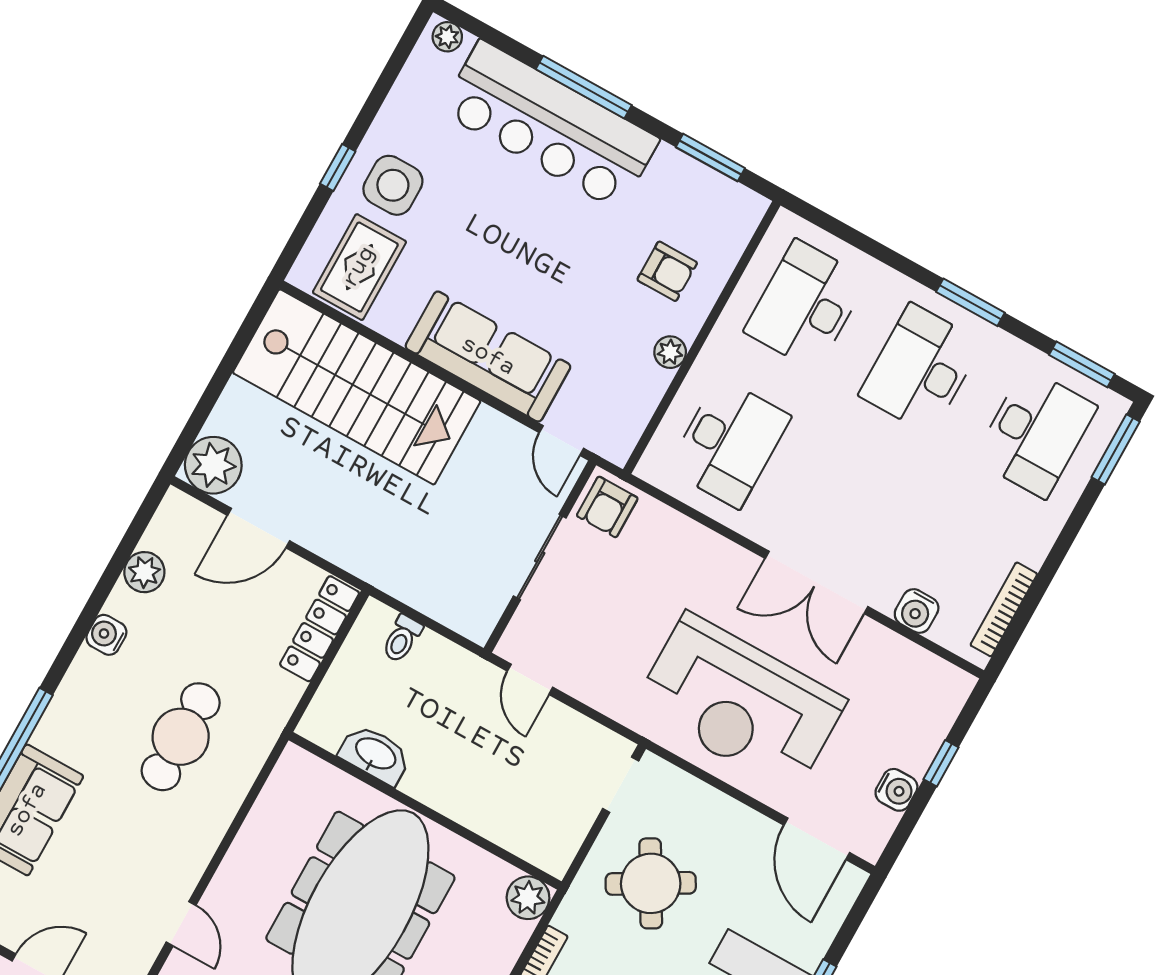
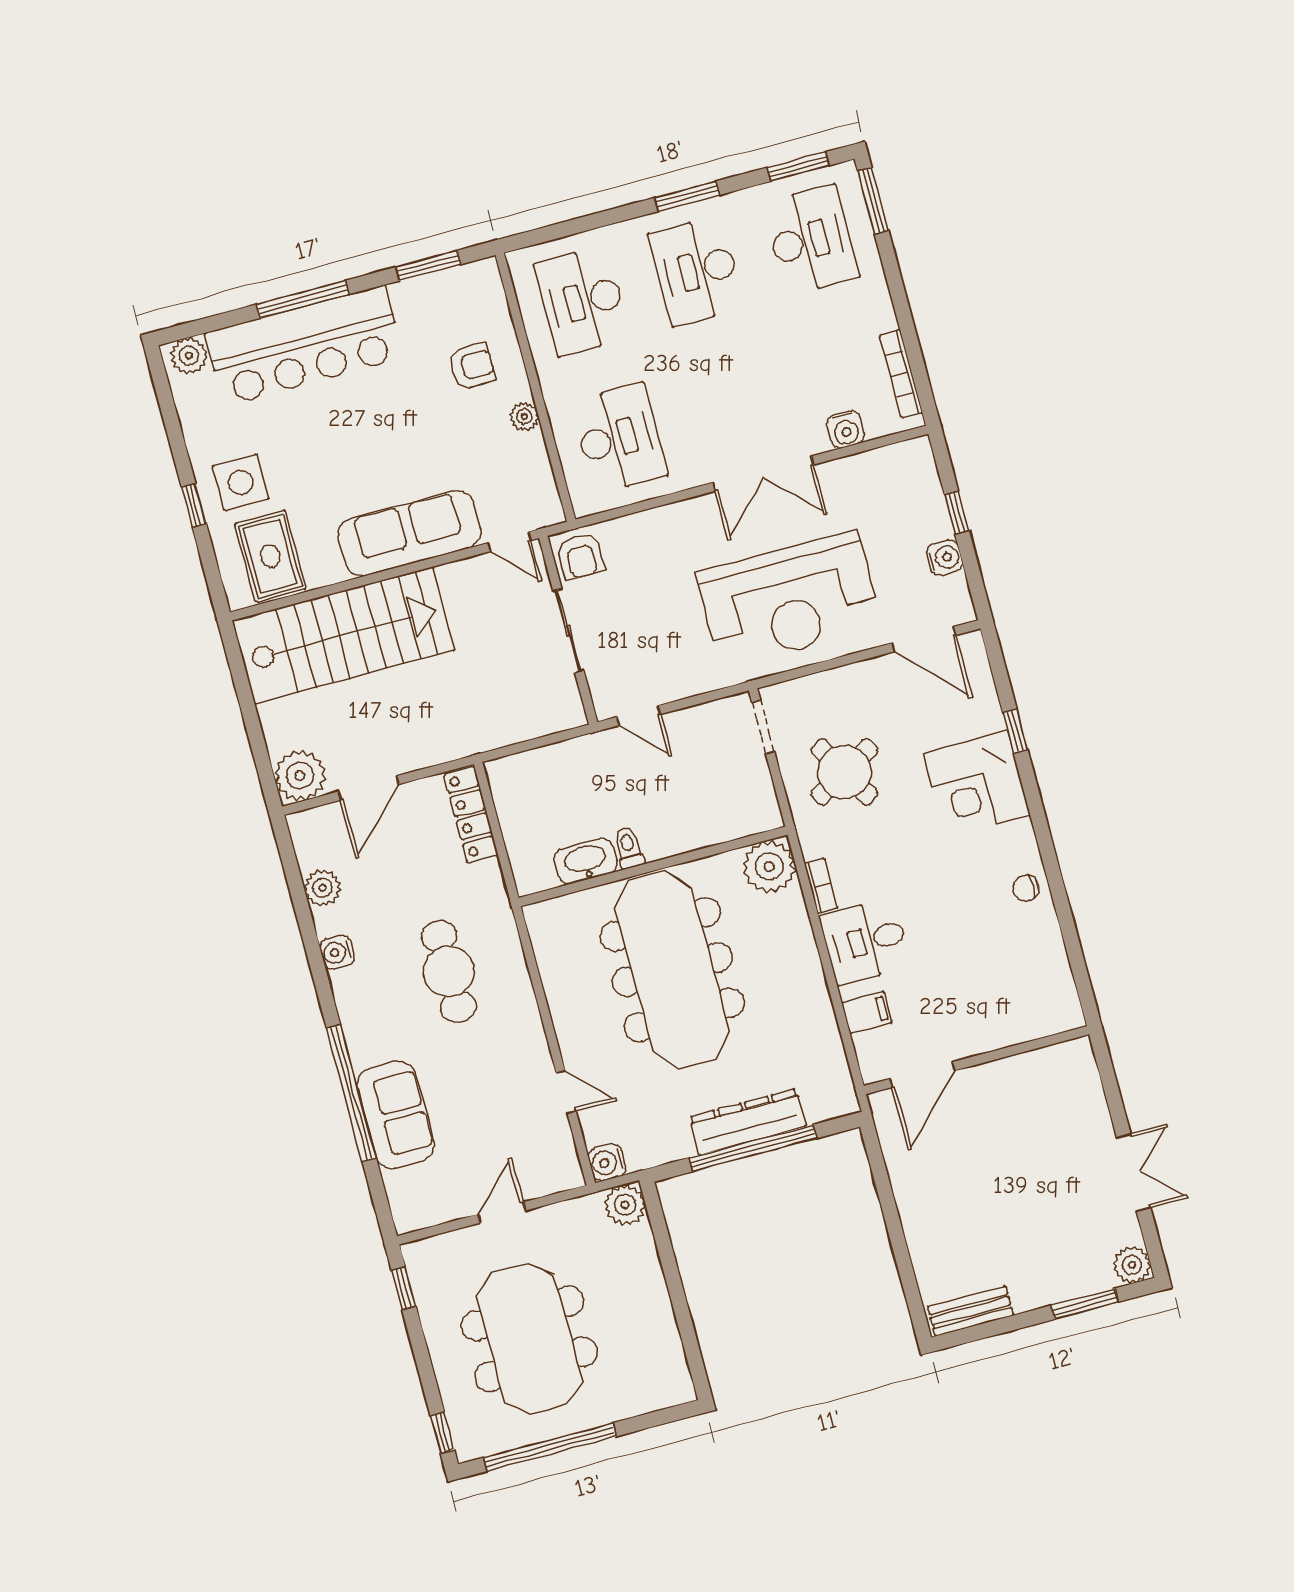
plant: (447, 37) -> (189, 356), width x1.38, depth x1.38
toilet: (402, 639) -> (629, 848), moved, turned 180
plant: (528, 898) -> (769, 867), width x1.36, depth x1.36

